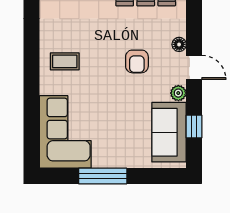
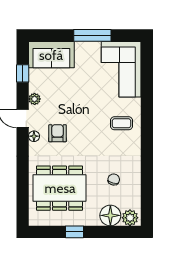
armchair: (137, 61) -> (58, 133), moved
sofa: (169, 132) -> (51, 55), moved, turned 90

